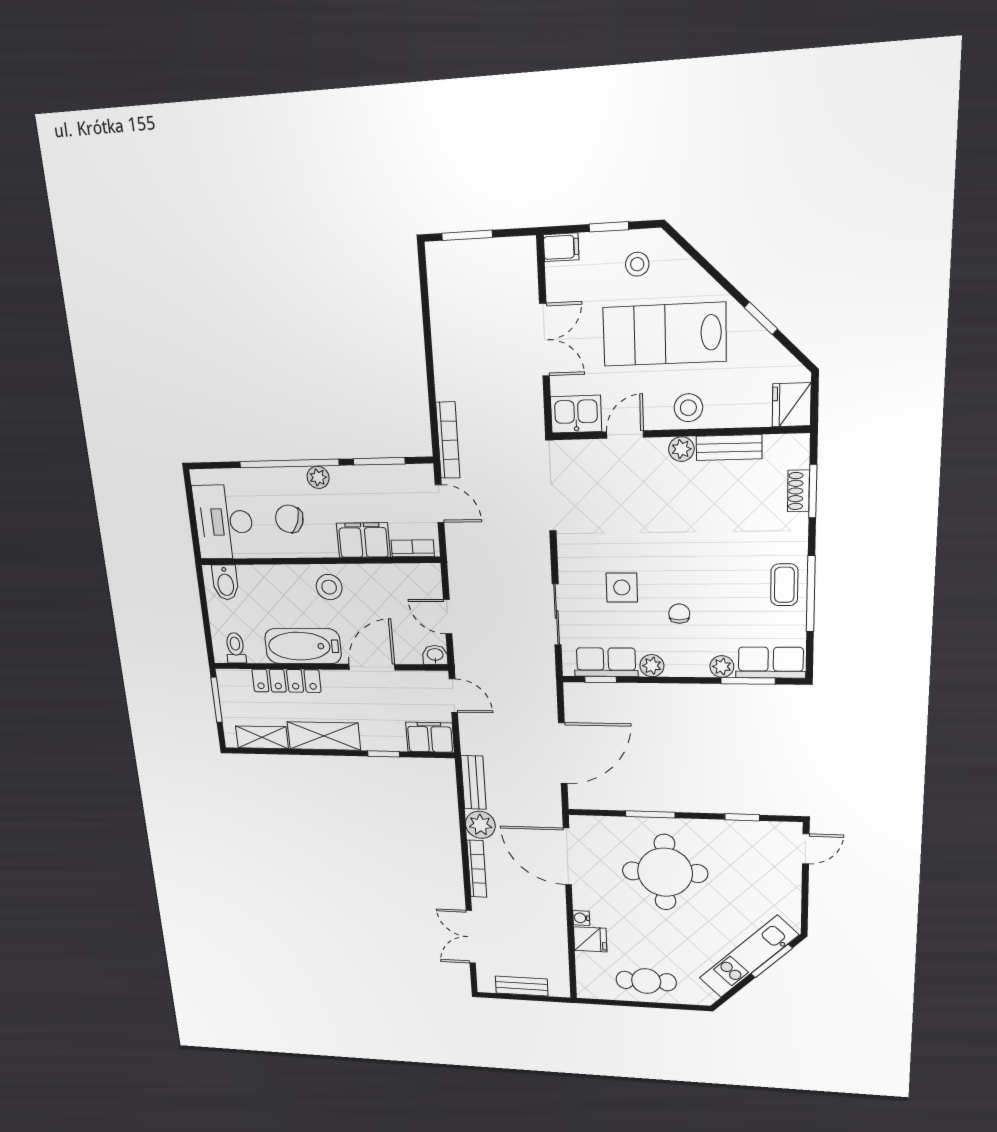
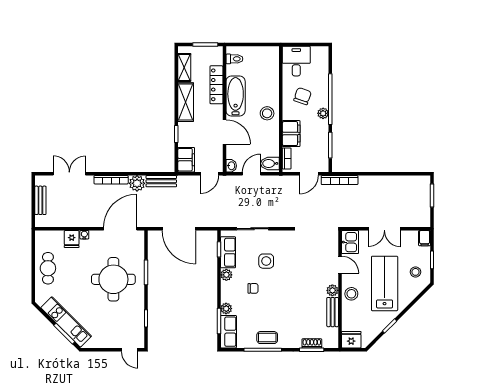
desk: (224, 522) -> (296, 61), width x0.73
bidet: (225, 582) -> (270, 163), moved

